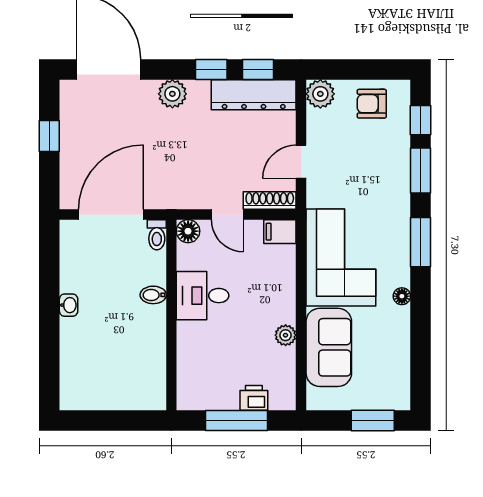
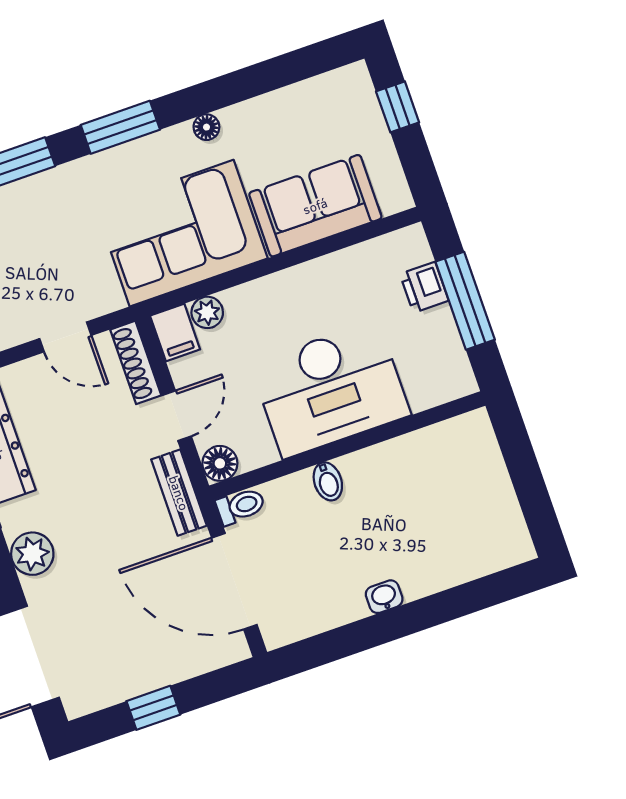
bench: (179, 199) -> (179, 493), added
desk: (203, 296) -> (330, 389), width x1.87, depth x1.30
plant: (286, 335) -> (207, 312), moved
window: (373, 420) -> (398, 107), width x0.67

